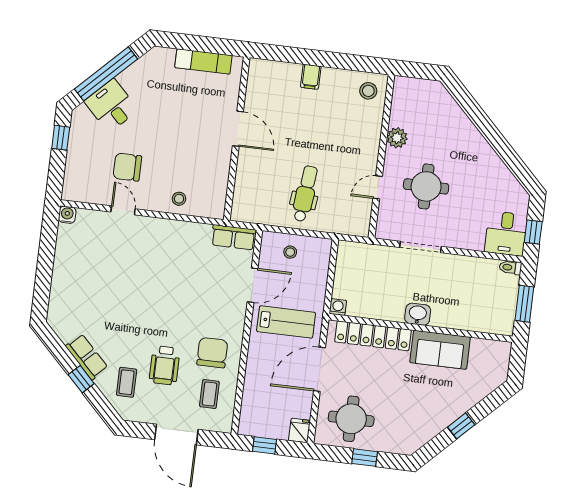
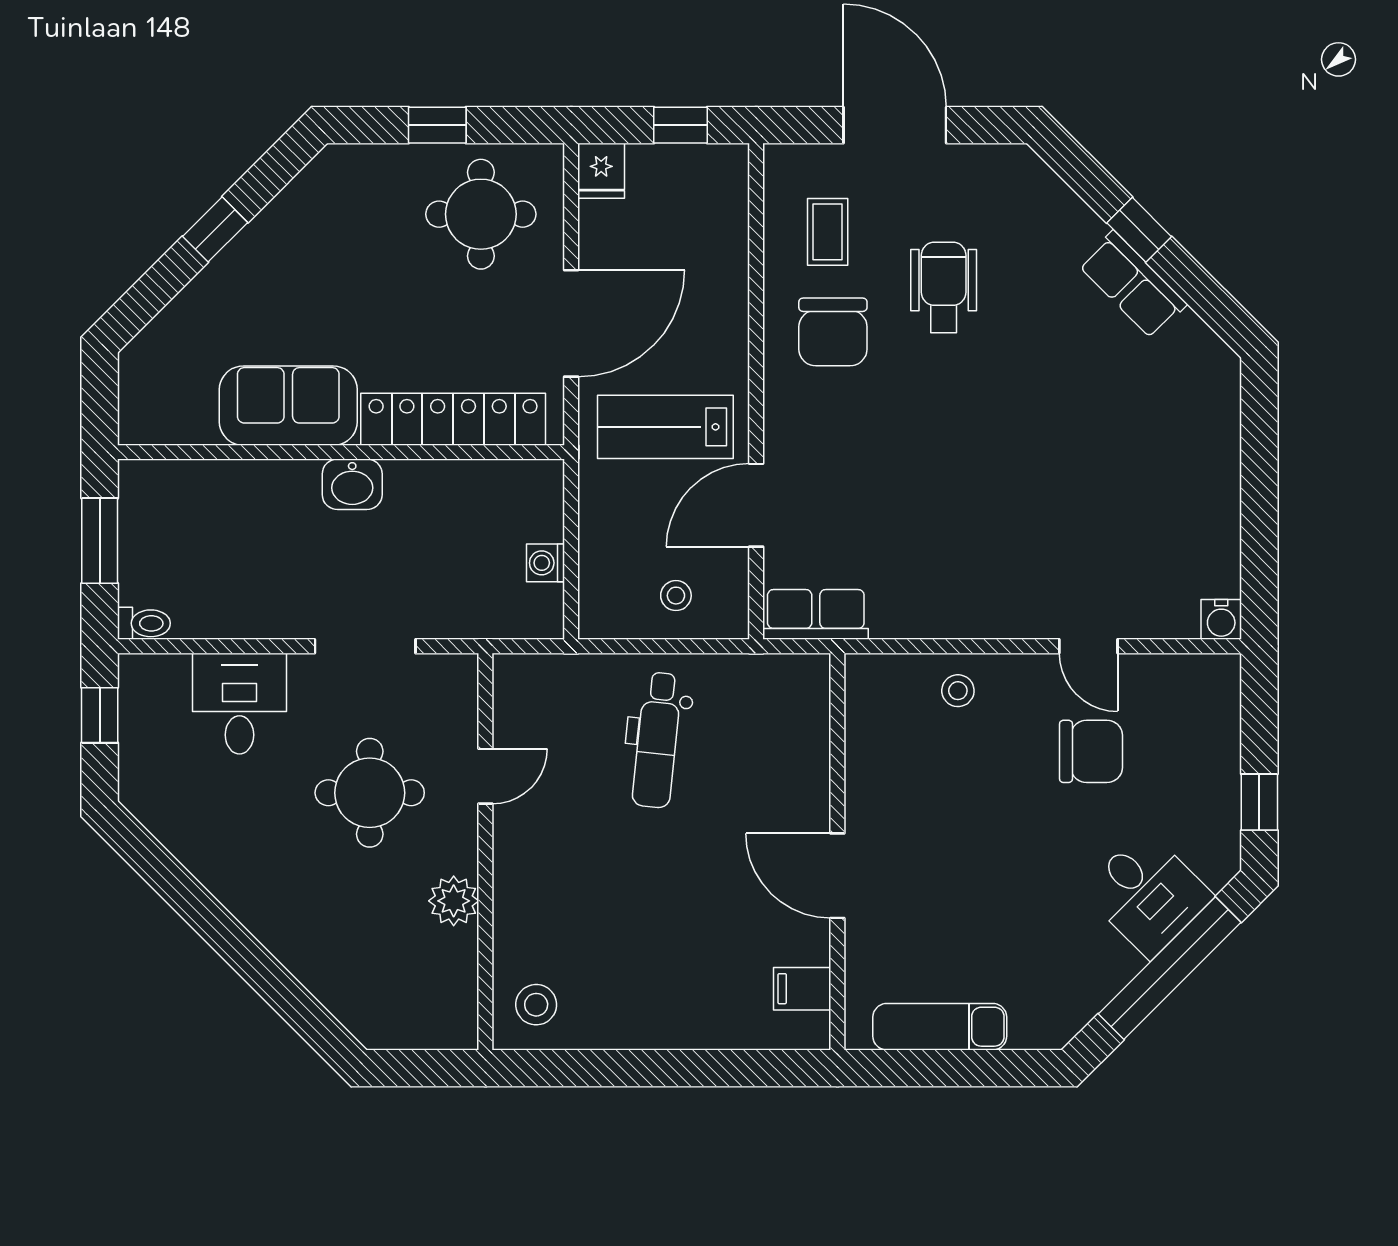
filing cabinet: (311, 77) -> (802, 989), moved, turned -90
desk: (506, 233) -> (239, 704), moved
washing machine: (338, 307) -> (546, 563), moved, turned 90
coffee table: (127, 382) -> (1030, 236), removed

